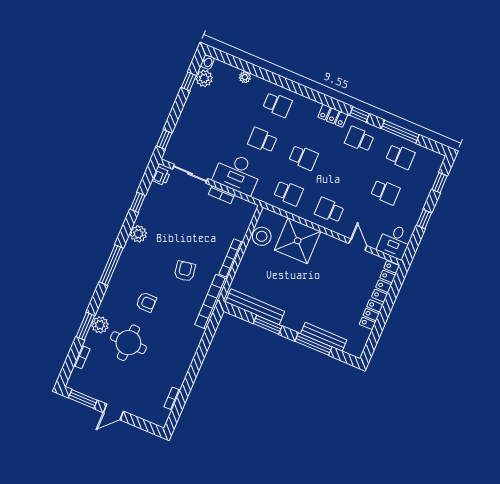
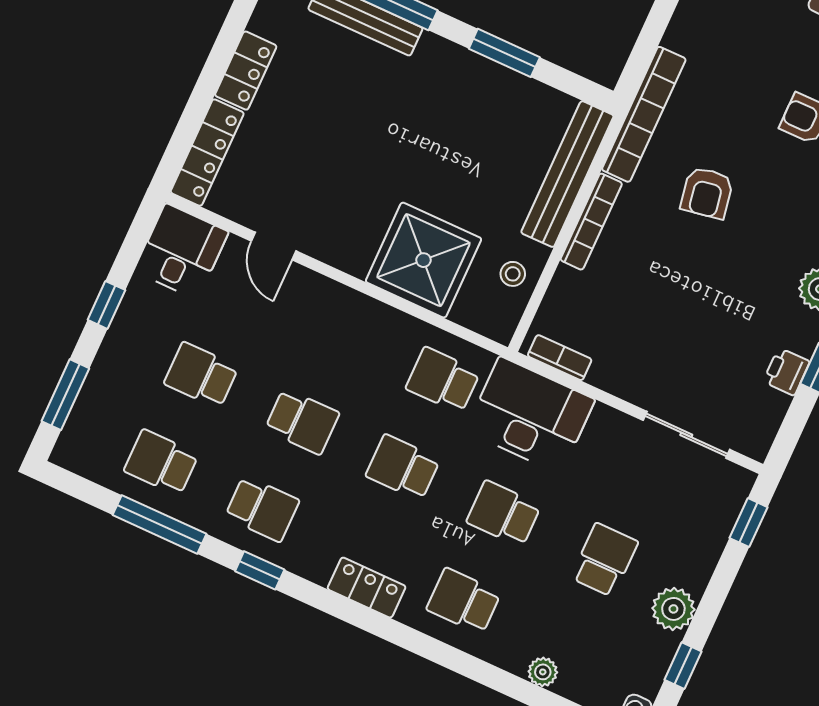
plant: (204, 78) -> (673, 609), moved
locker: (333, 116) -> (367, 588), moved
school desk: (221, 123) -> (604, 560), added
school desk: (262, 140) -> (504, 514), turned 180
desk: (237, 173) -> (530, 415), moved
printer: (161, 176) -> (786, 372), moved
window: (439, 183) -> (65, 395), width x1.50
bookcase: (221, 195) -> (560, 358), moved
school desk: (329, 210) -> (302, 421), moved
stool: (262, 236) -> (513, 274), width x0.53, depth x0.53
bench: (255, 307) -> (567, 174), moved, turned 90

